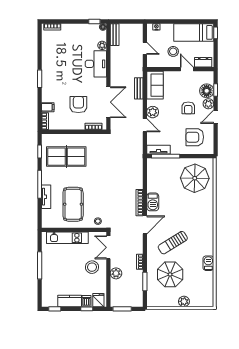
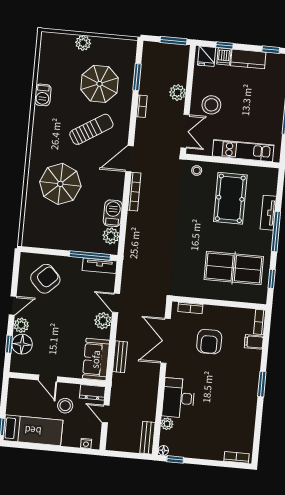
dresser: (203, 62) -> (92, 392), moved
armchair: (188, 108) -> (51, 322), removed
armchair: (195, 137) -> (45, 279), turned -44
plant: (153, 171) -> (111, 236), added
parasol: (195, 178) -> (60, 184), moved
barbecue: (153, 202) -> (113, 213), moved

